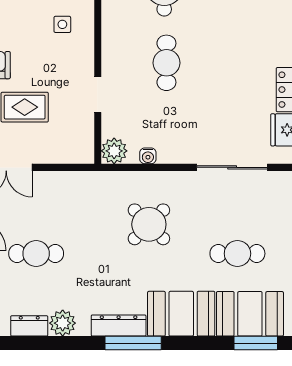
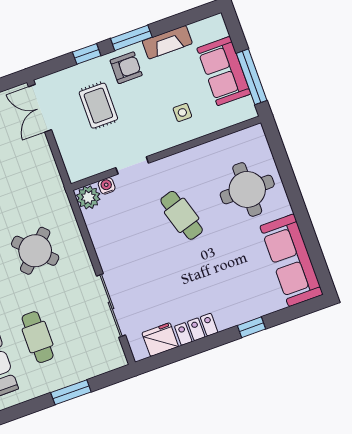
cafe table: (166, 63) -> (182, 215), turned 73
water cooler: (148, 156) -> (107, 186), moved, turned 90

